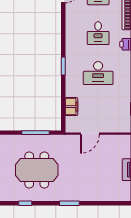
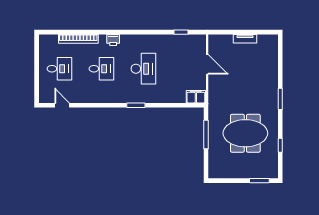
filing cabinet: (71, 107) -> (196, 97), moved
door: (90, 134) -> (207, 64), moved
meeting table: (37, 170) -> (245, 133), turned 90

